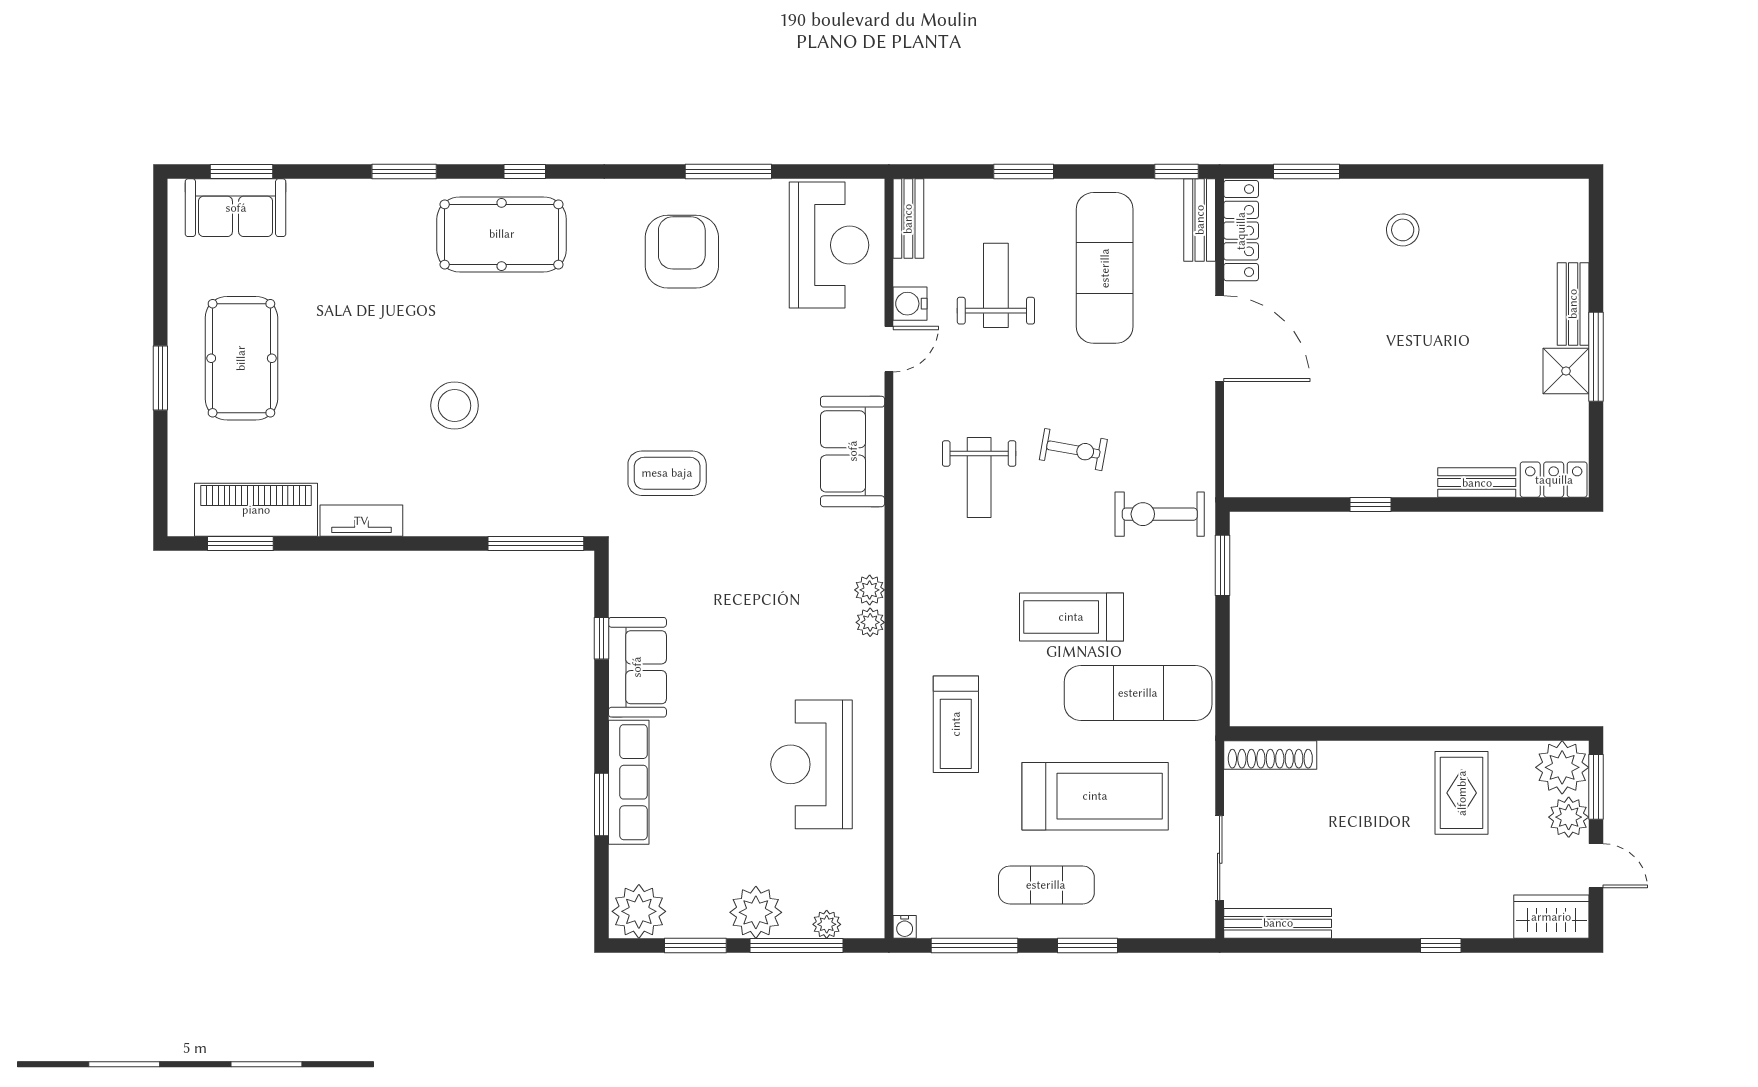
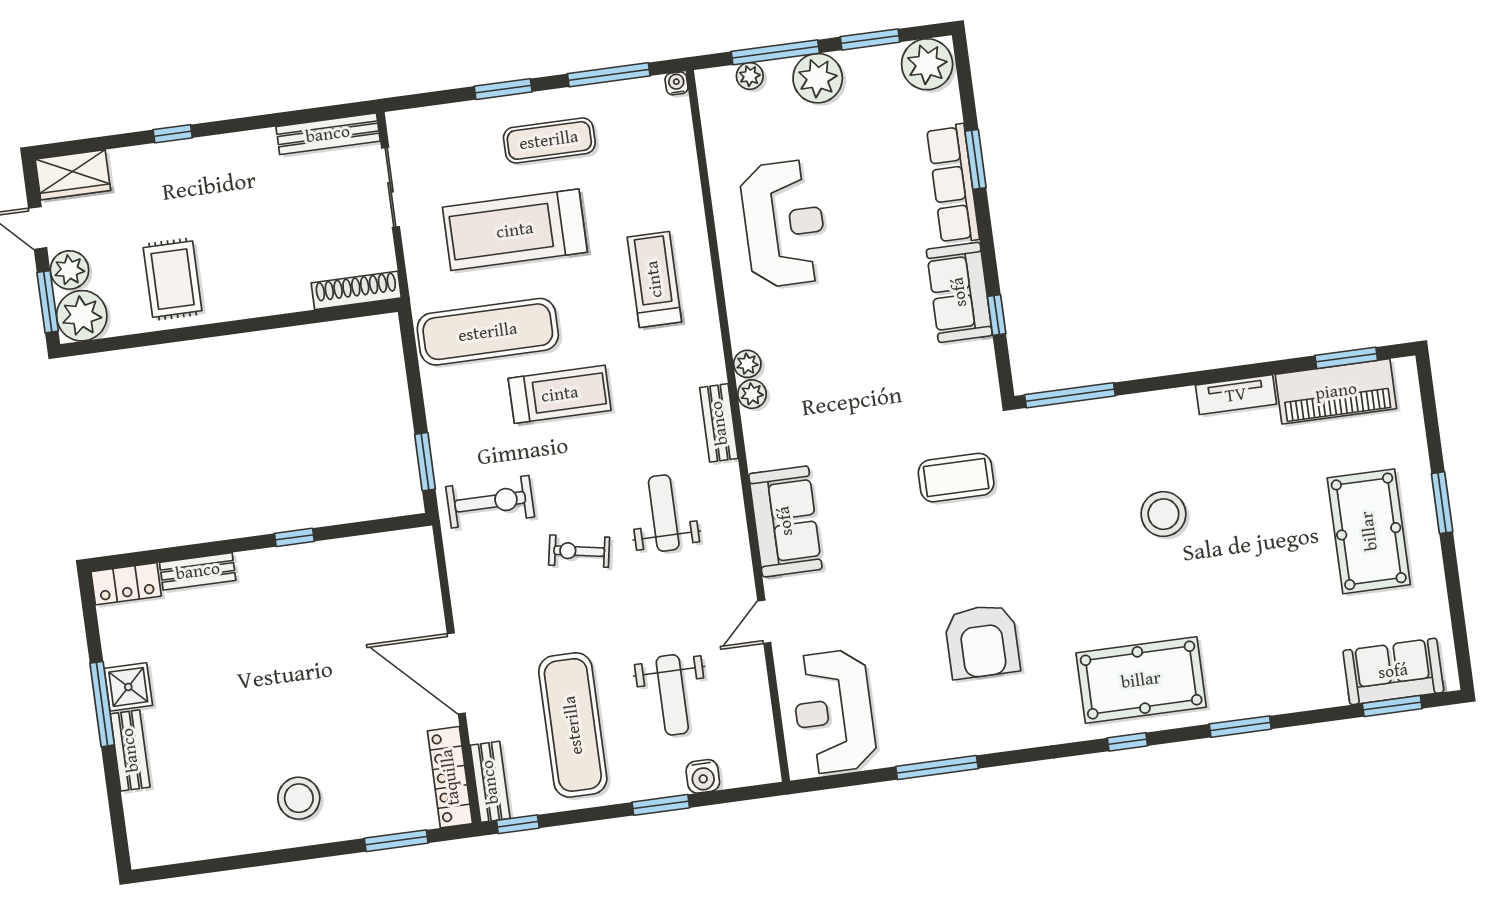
bench: (908, 219) -> (719, 423), moved
stool: (1403, 230) -> (299, 798), width x1.38, depth x1.38
armchair: (682, 252) -> (982, 641), moved
water cooler: (910, 304) -> (703, 776), moved, turned 90

